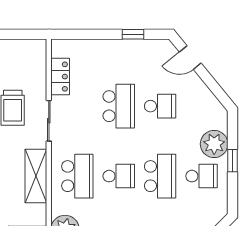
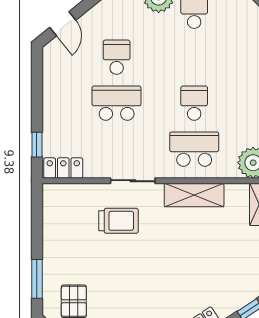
window: (133, 34) -> (37, 145), moved
locker: (60, 77) -> (63, 168), moved
school desk: (160, 176) -> (194, 57), removed

